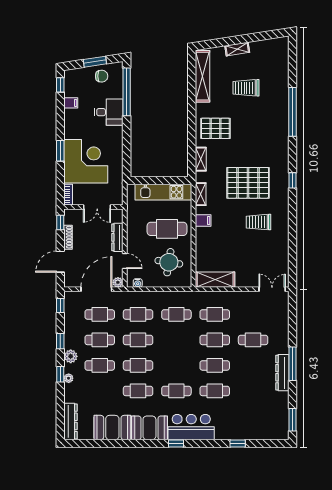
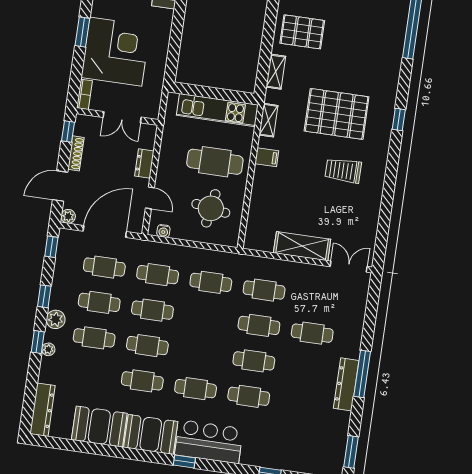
dresser: (117, 237) -> (144, 164), width x0.70
shelving: (215, 280) -> (302, 246), moved
plant: (118, 282) -> (68, 216), moved

